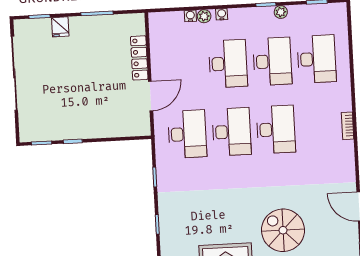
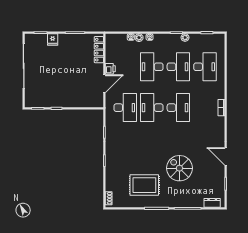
locker: (139, 58) -> (99, 50), moved
desk: (228, 64) -> (152, 67), turned 180
printer: (159, 71) -> (110, 69), added
desk: (232, 132) -> (152, 108), turned 180

